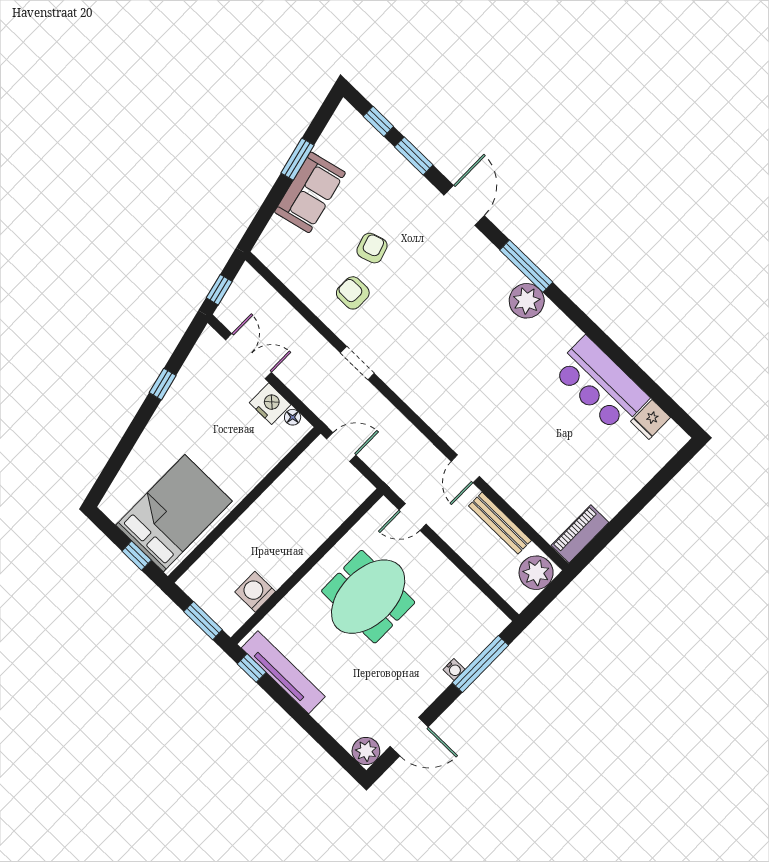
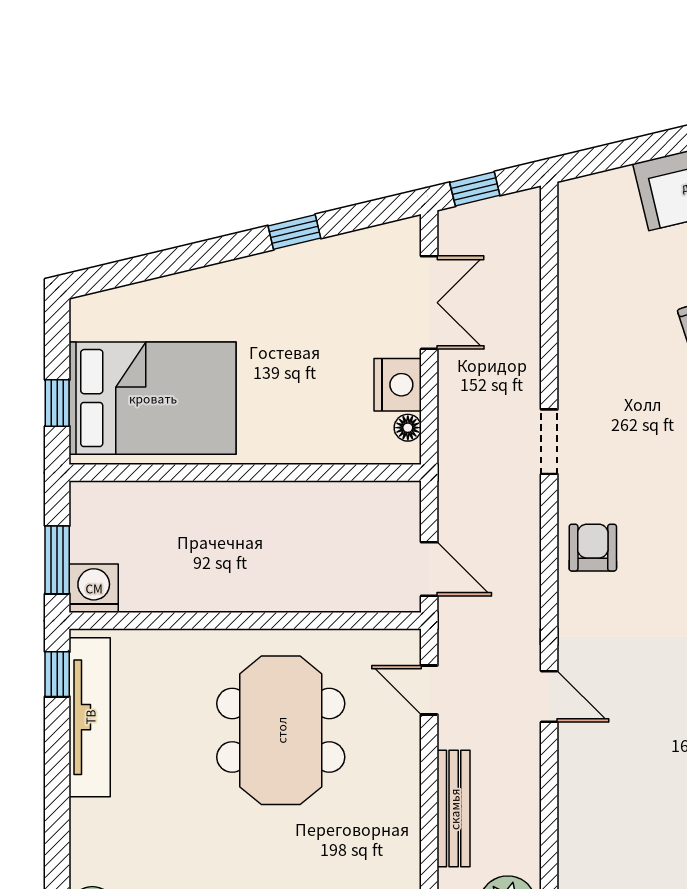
armchair: (353, 293) -> (593, 548), moved
door: (341, 447) -> (429, 569), moved
door: (465, 469) -> (549, 696), swing flipped
bench: (500, 523) -> (454, 809), moved
washing machine: (255, 592) -> (94, 588), moved
meeting table: (368, 597) -> (281, 730), turned 90

